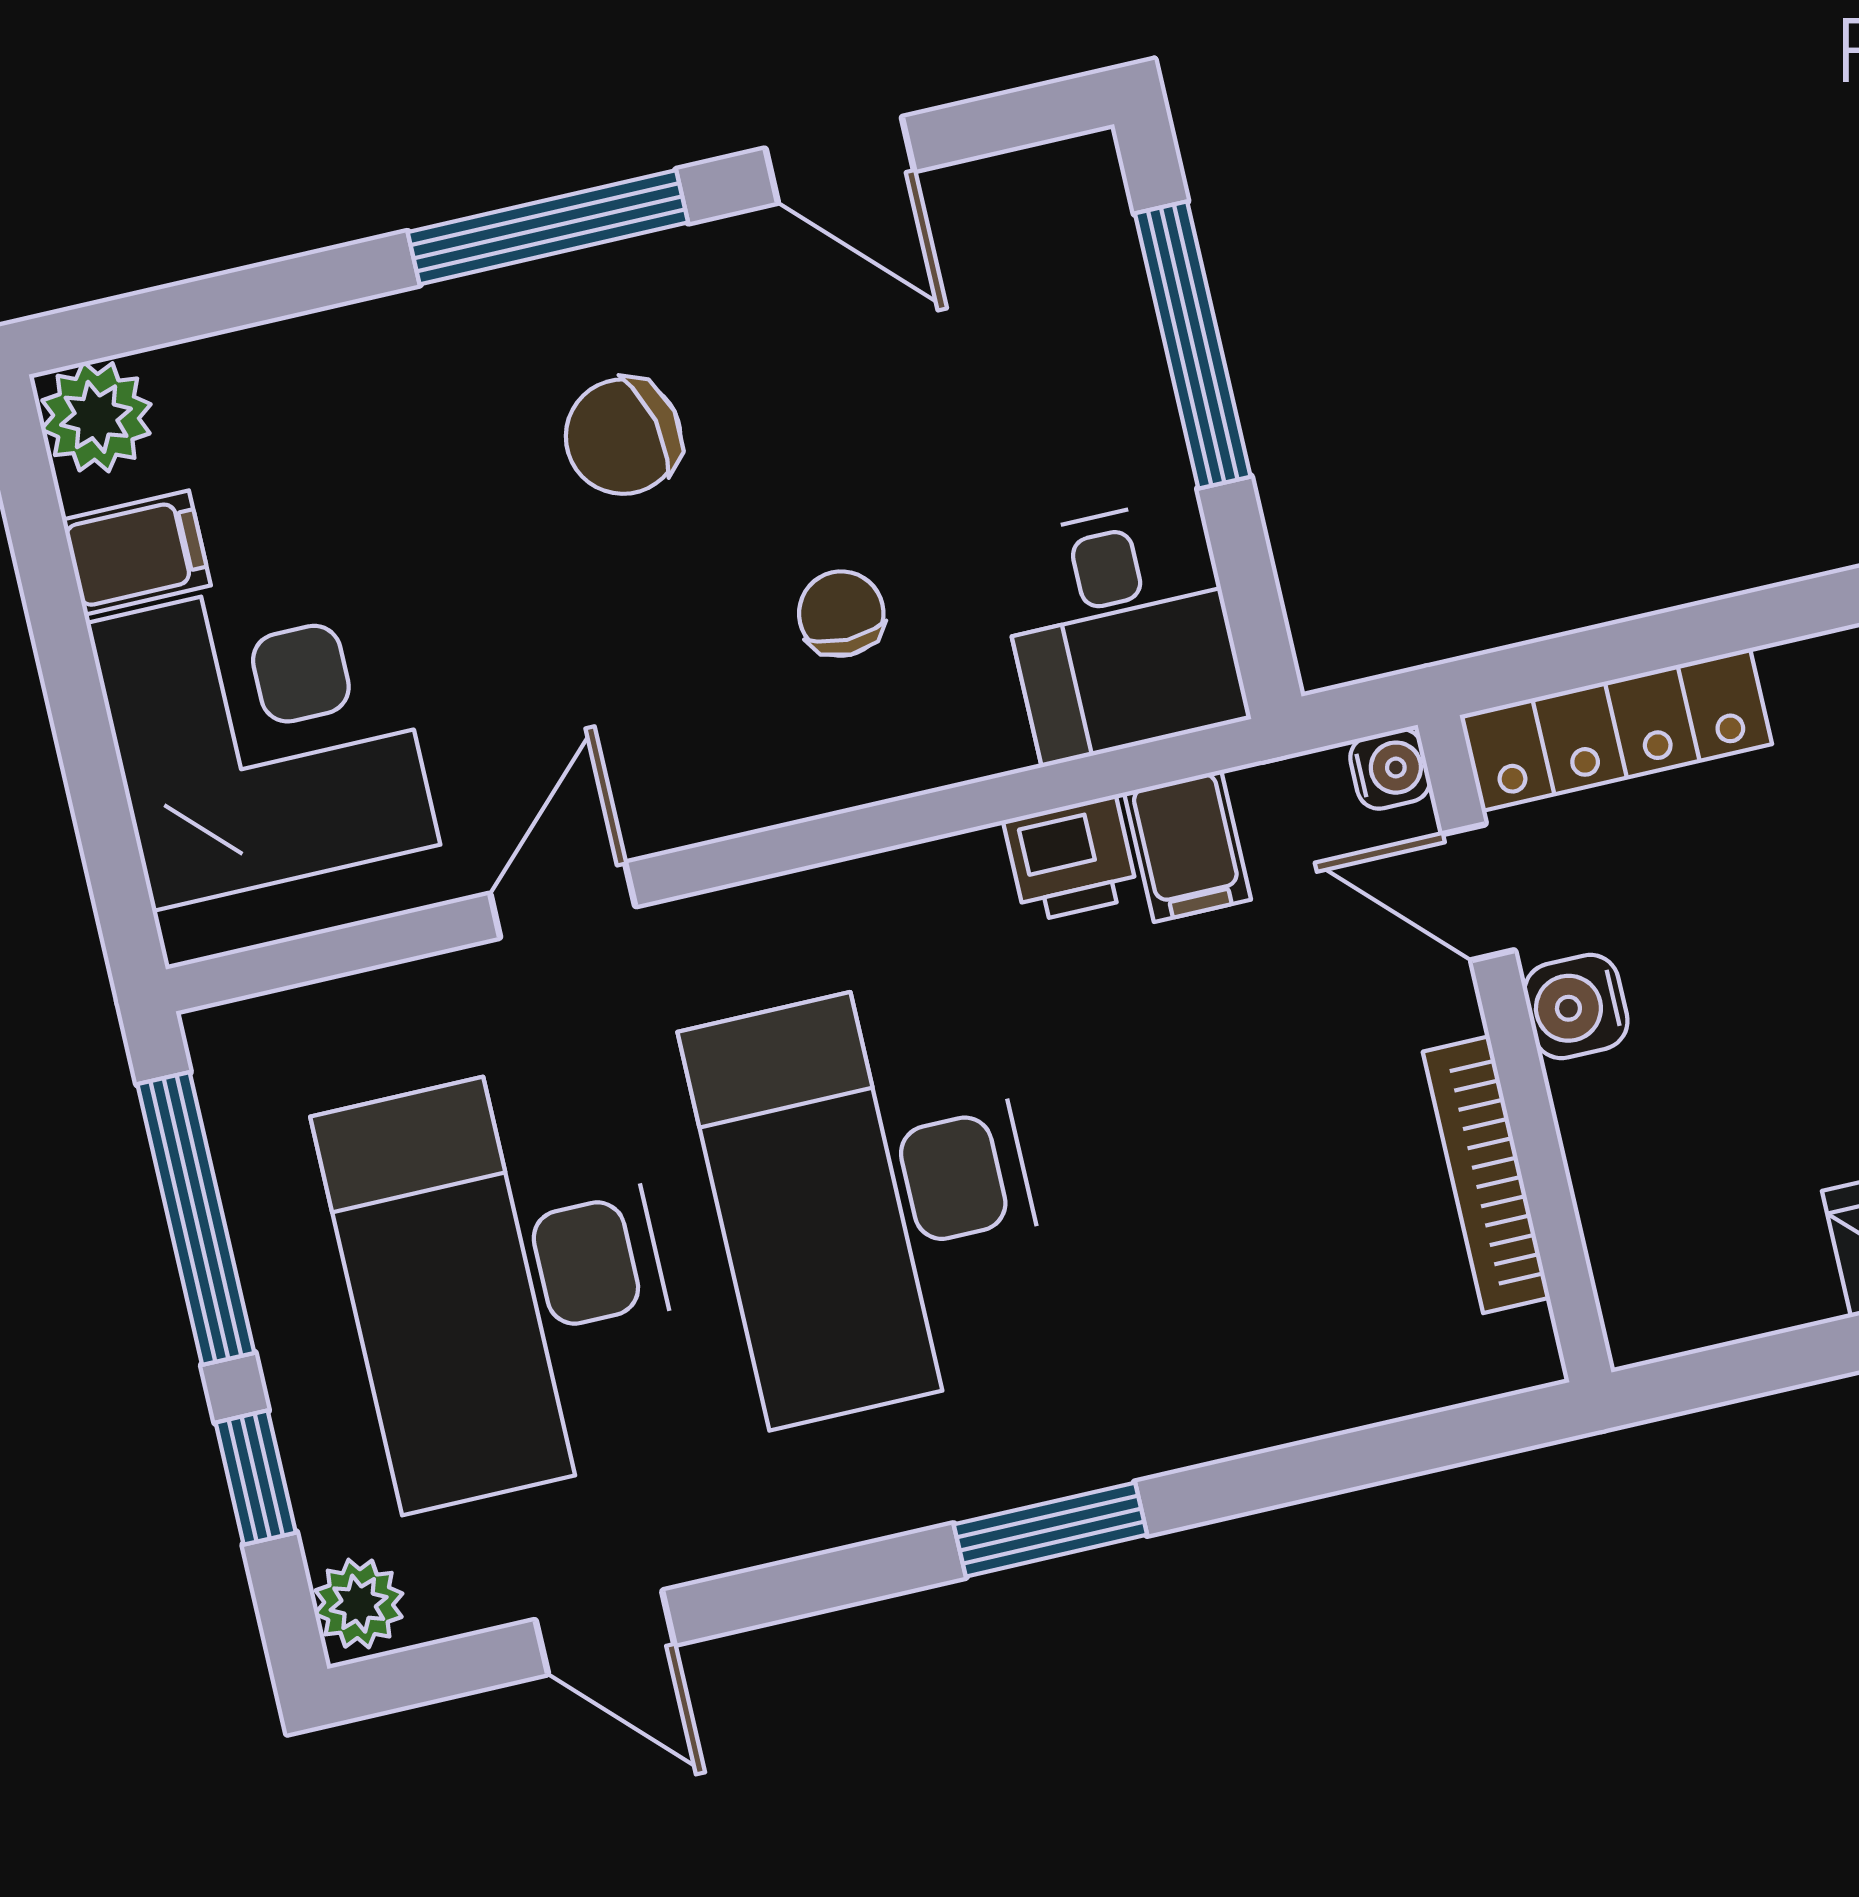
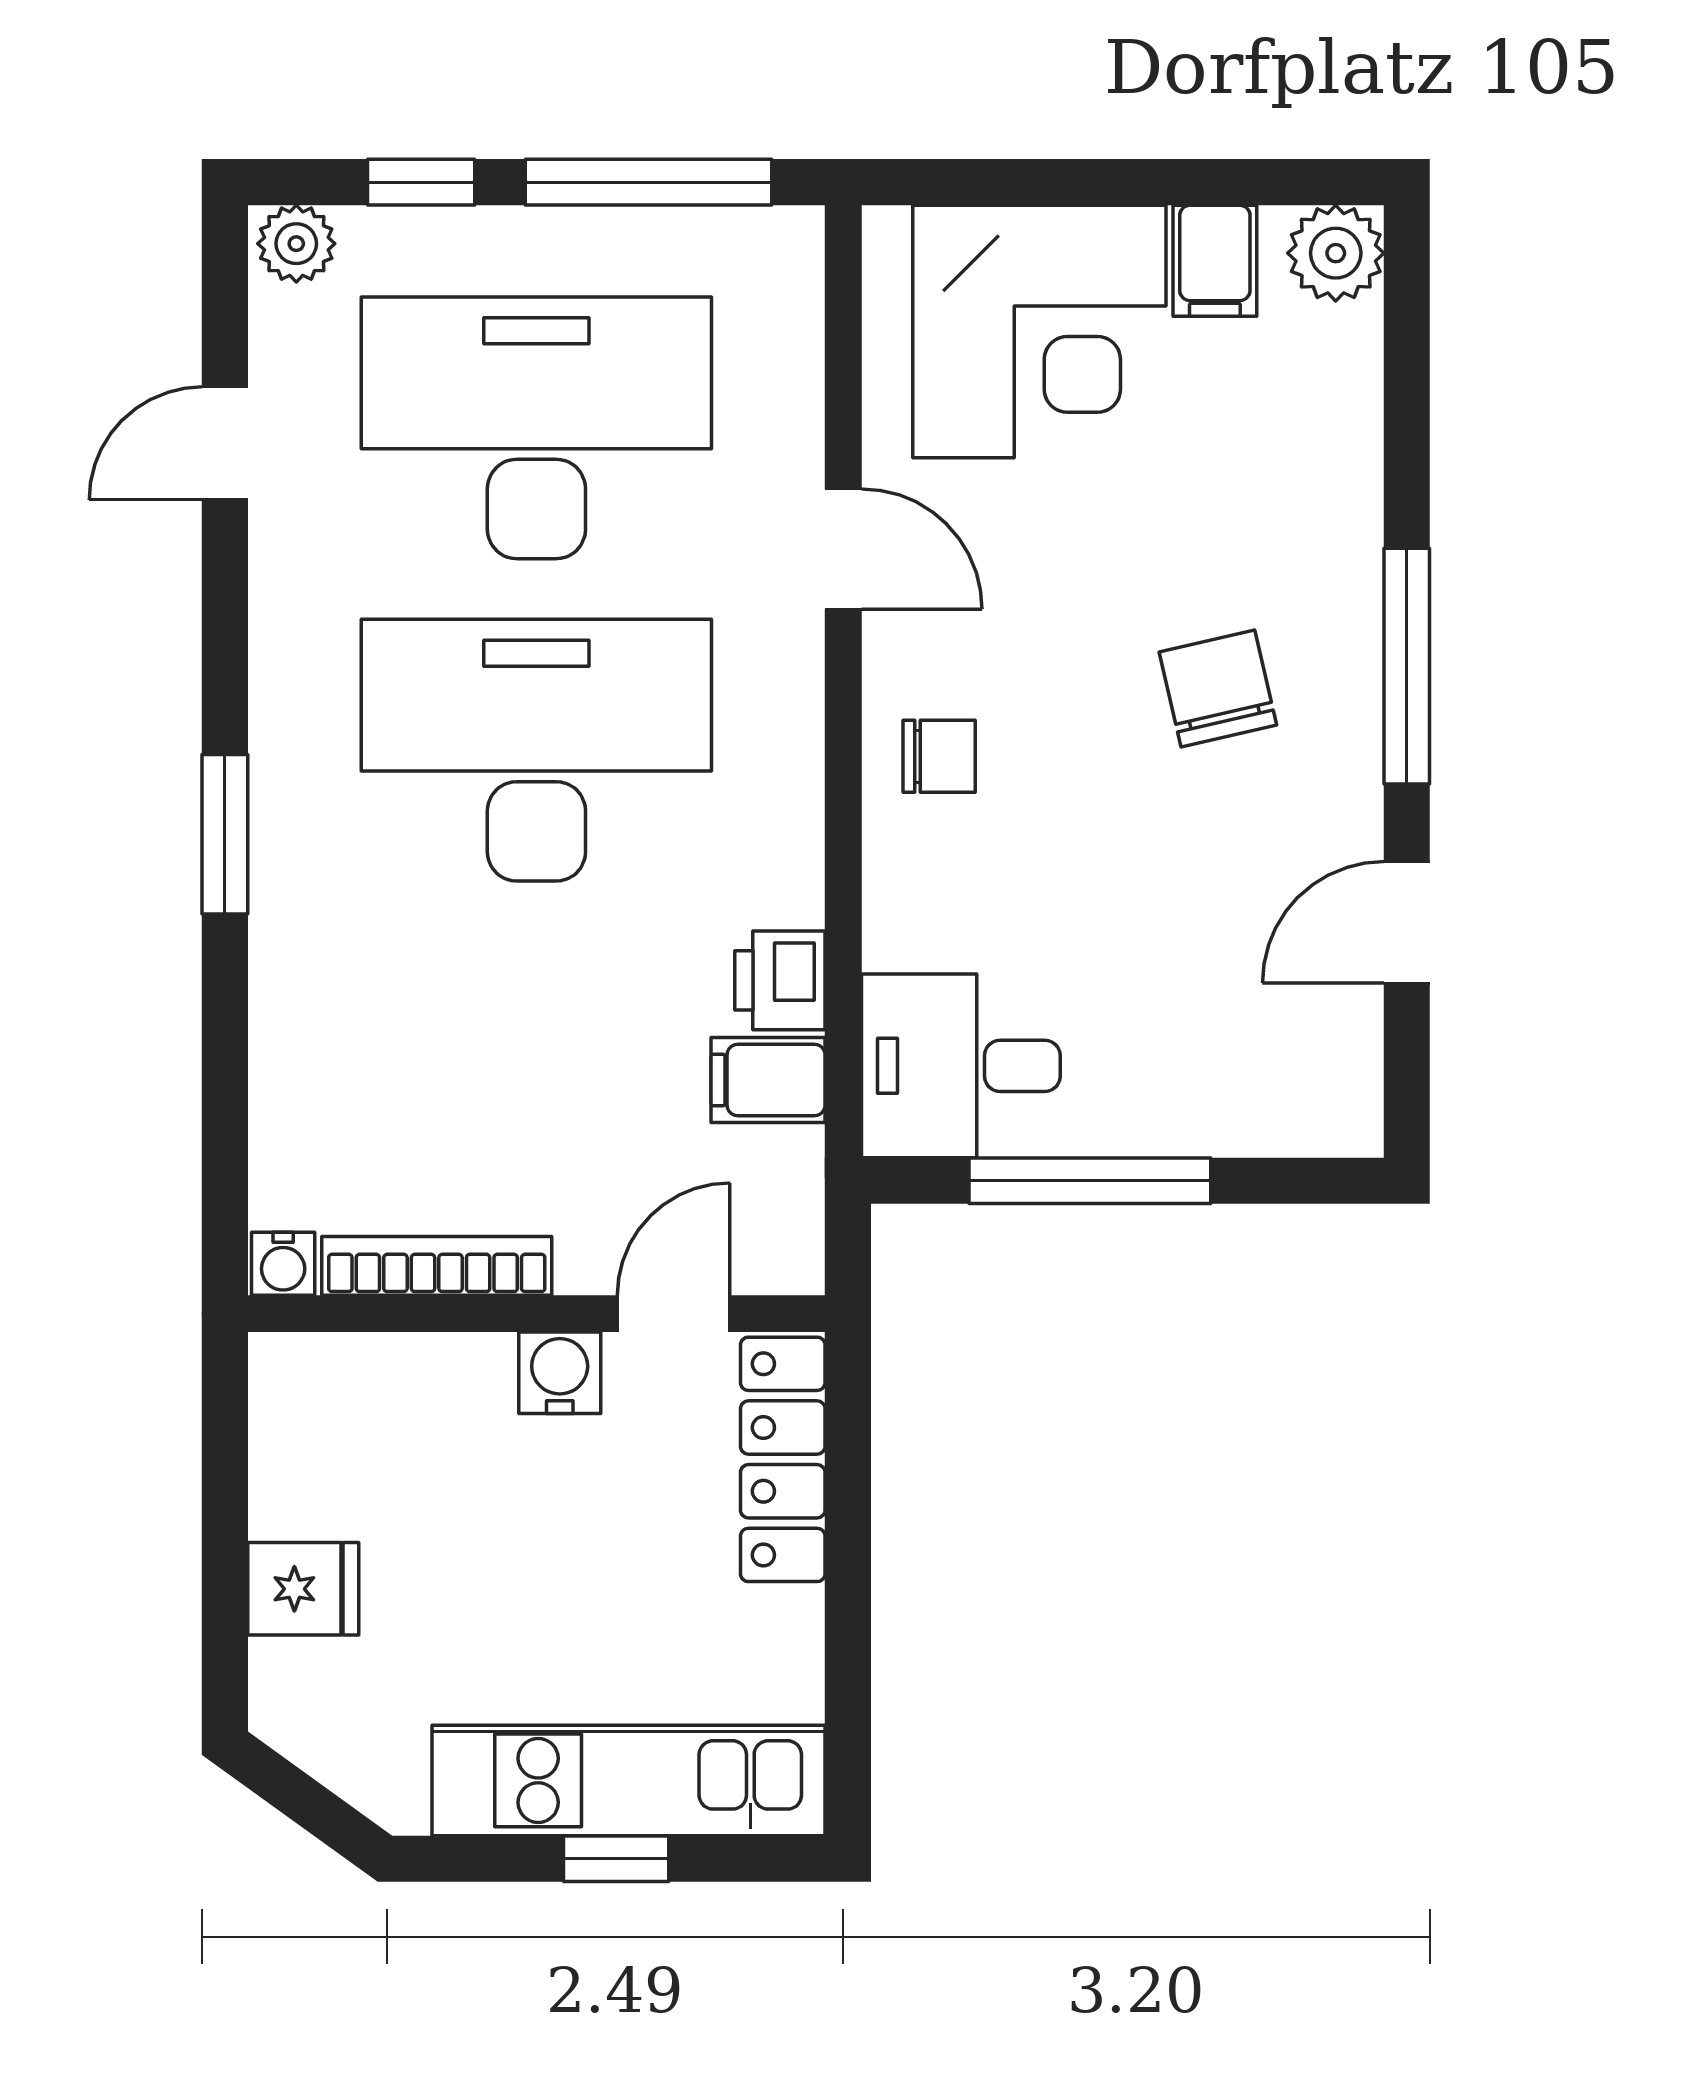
window: (1193, 345) -> (1090, 1181), moved
chair: (841, 614) -> (939, 756), moved
water cooler: (1390, 769) -> (283, 1264), moved

